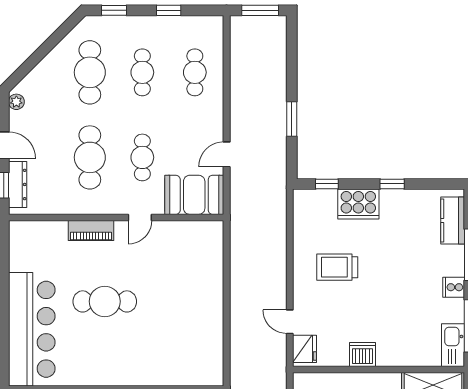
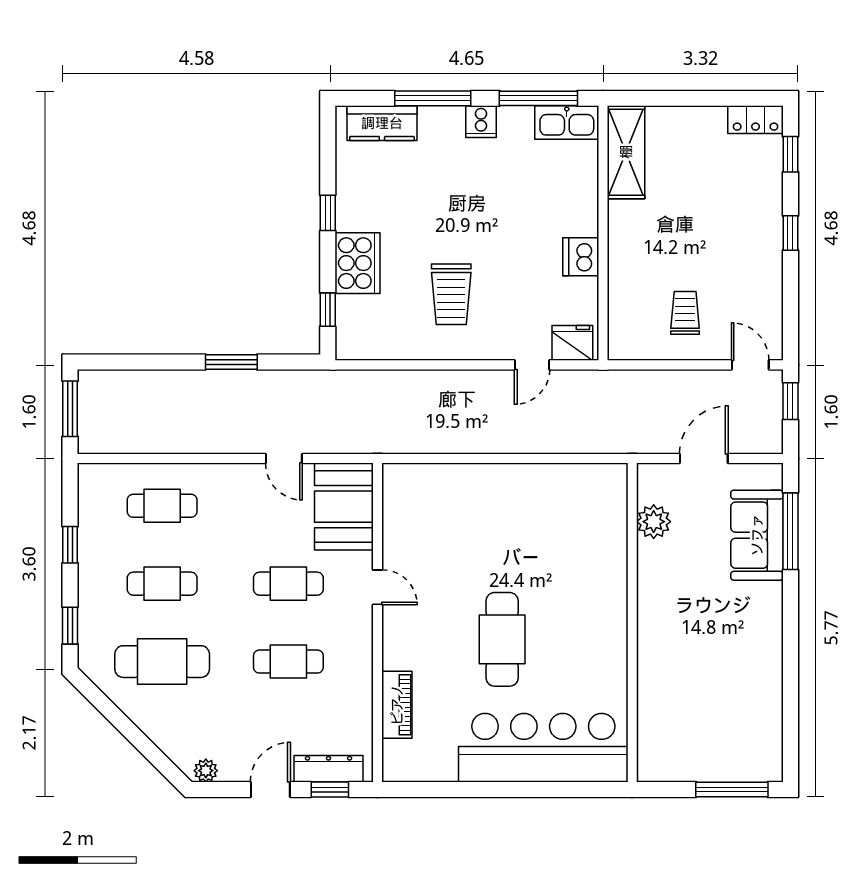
cafe table: (90, 157) -> (288, 662), width x0.73, depth x0.74
piano: (91, 231) -> (397, 705), moved

